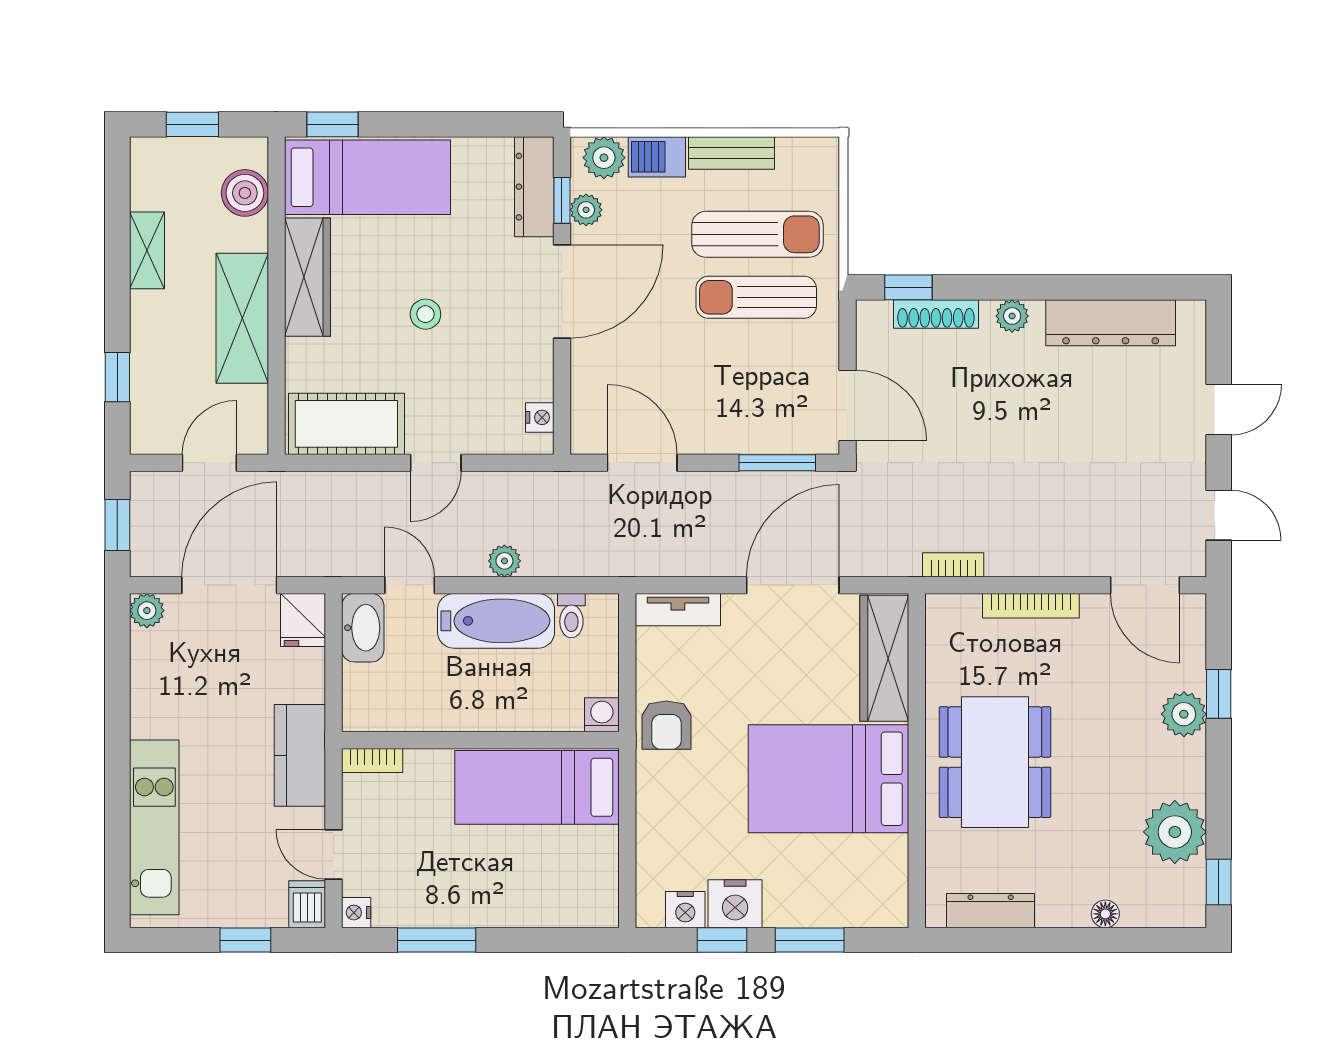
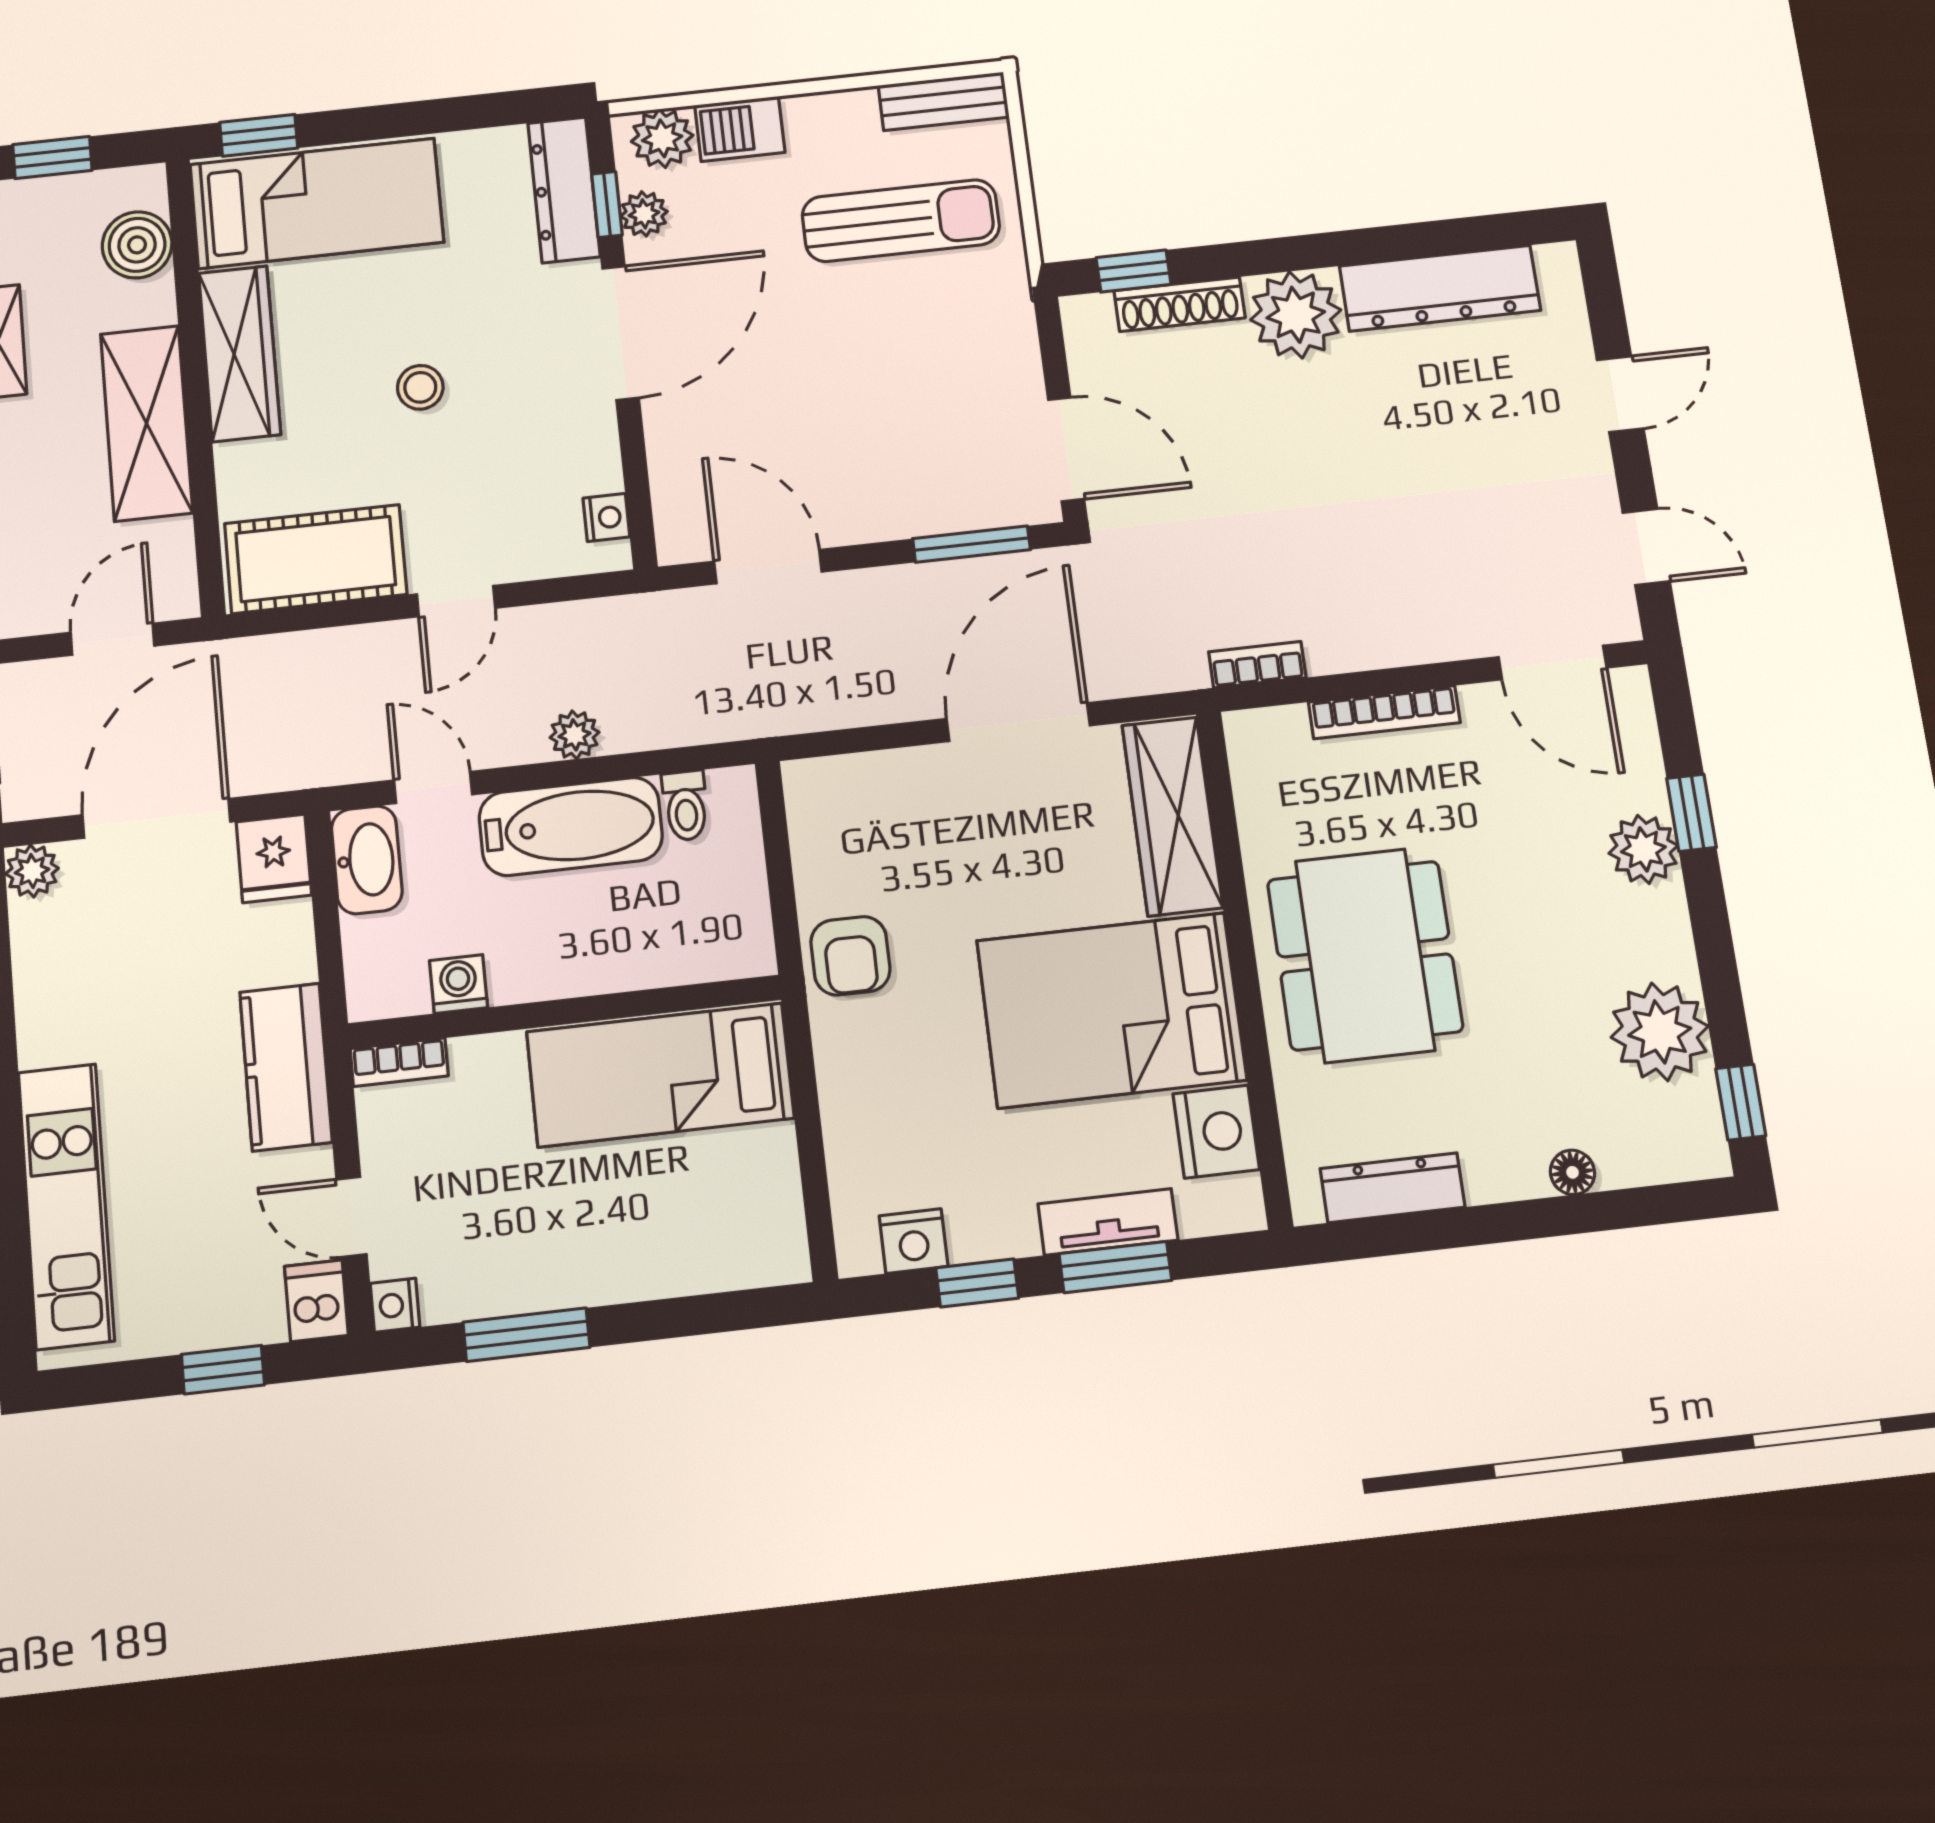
bench: (732, 153) -> (944, 101), moved
sun lounger: (756, 297) -> (910, 310), removed
plant: (1012, 316) -> (1296, 315), width x1.88, depth x1.88
tv unit: (678, 610) -> (1108, 1222), moved, turned 180
washing machine: (602, 715) -> (459, 984), moved
nightstand: (735, 904) -> (1216, 1132), moved, turned -90

